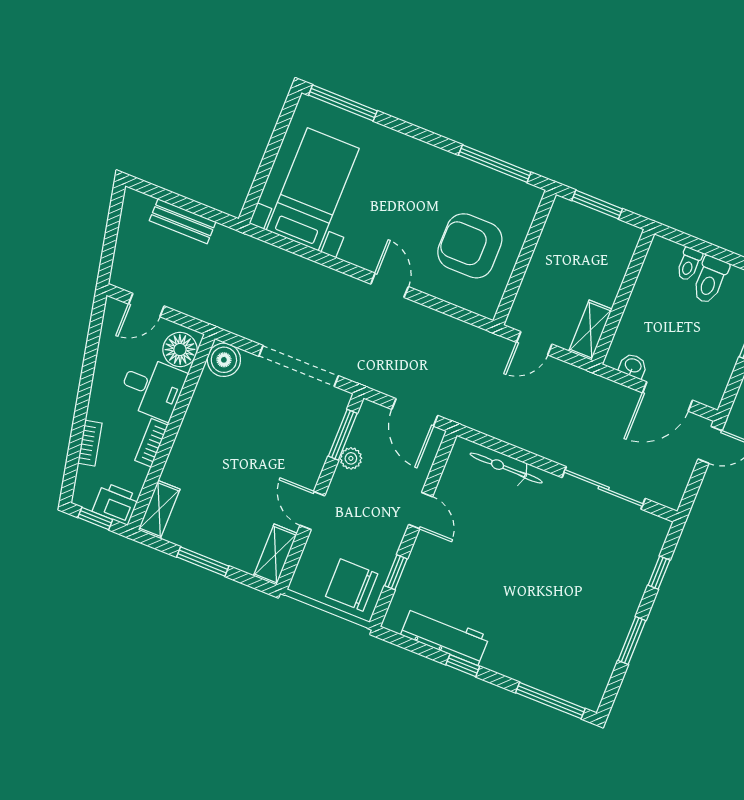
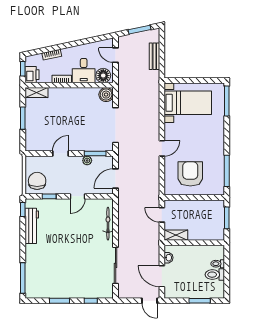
window: (112, 231) -> (140, 30), added
shelving: (275, 555) -> (37, 146), removed
window: (463, 666) -> (23, 209), moved

